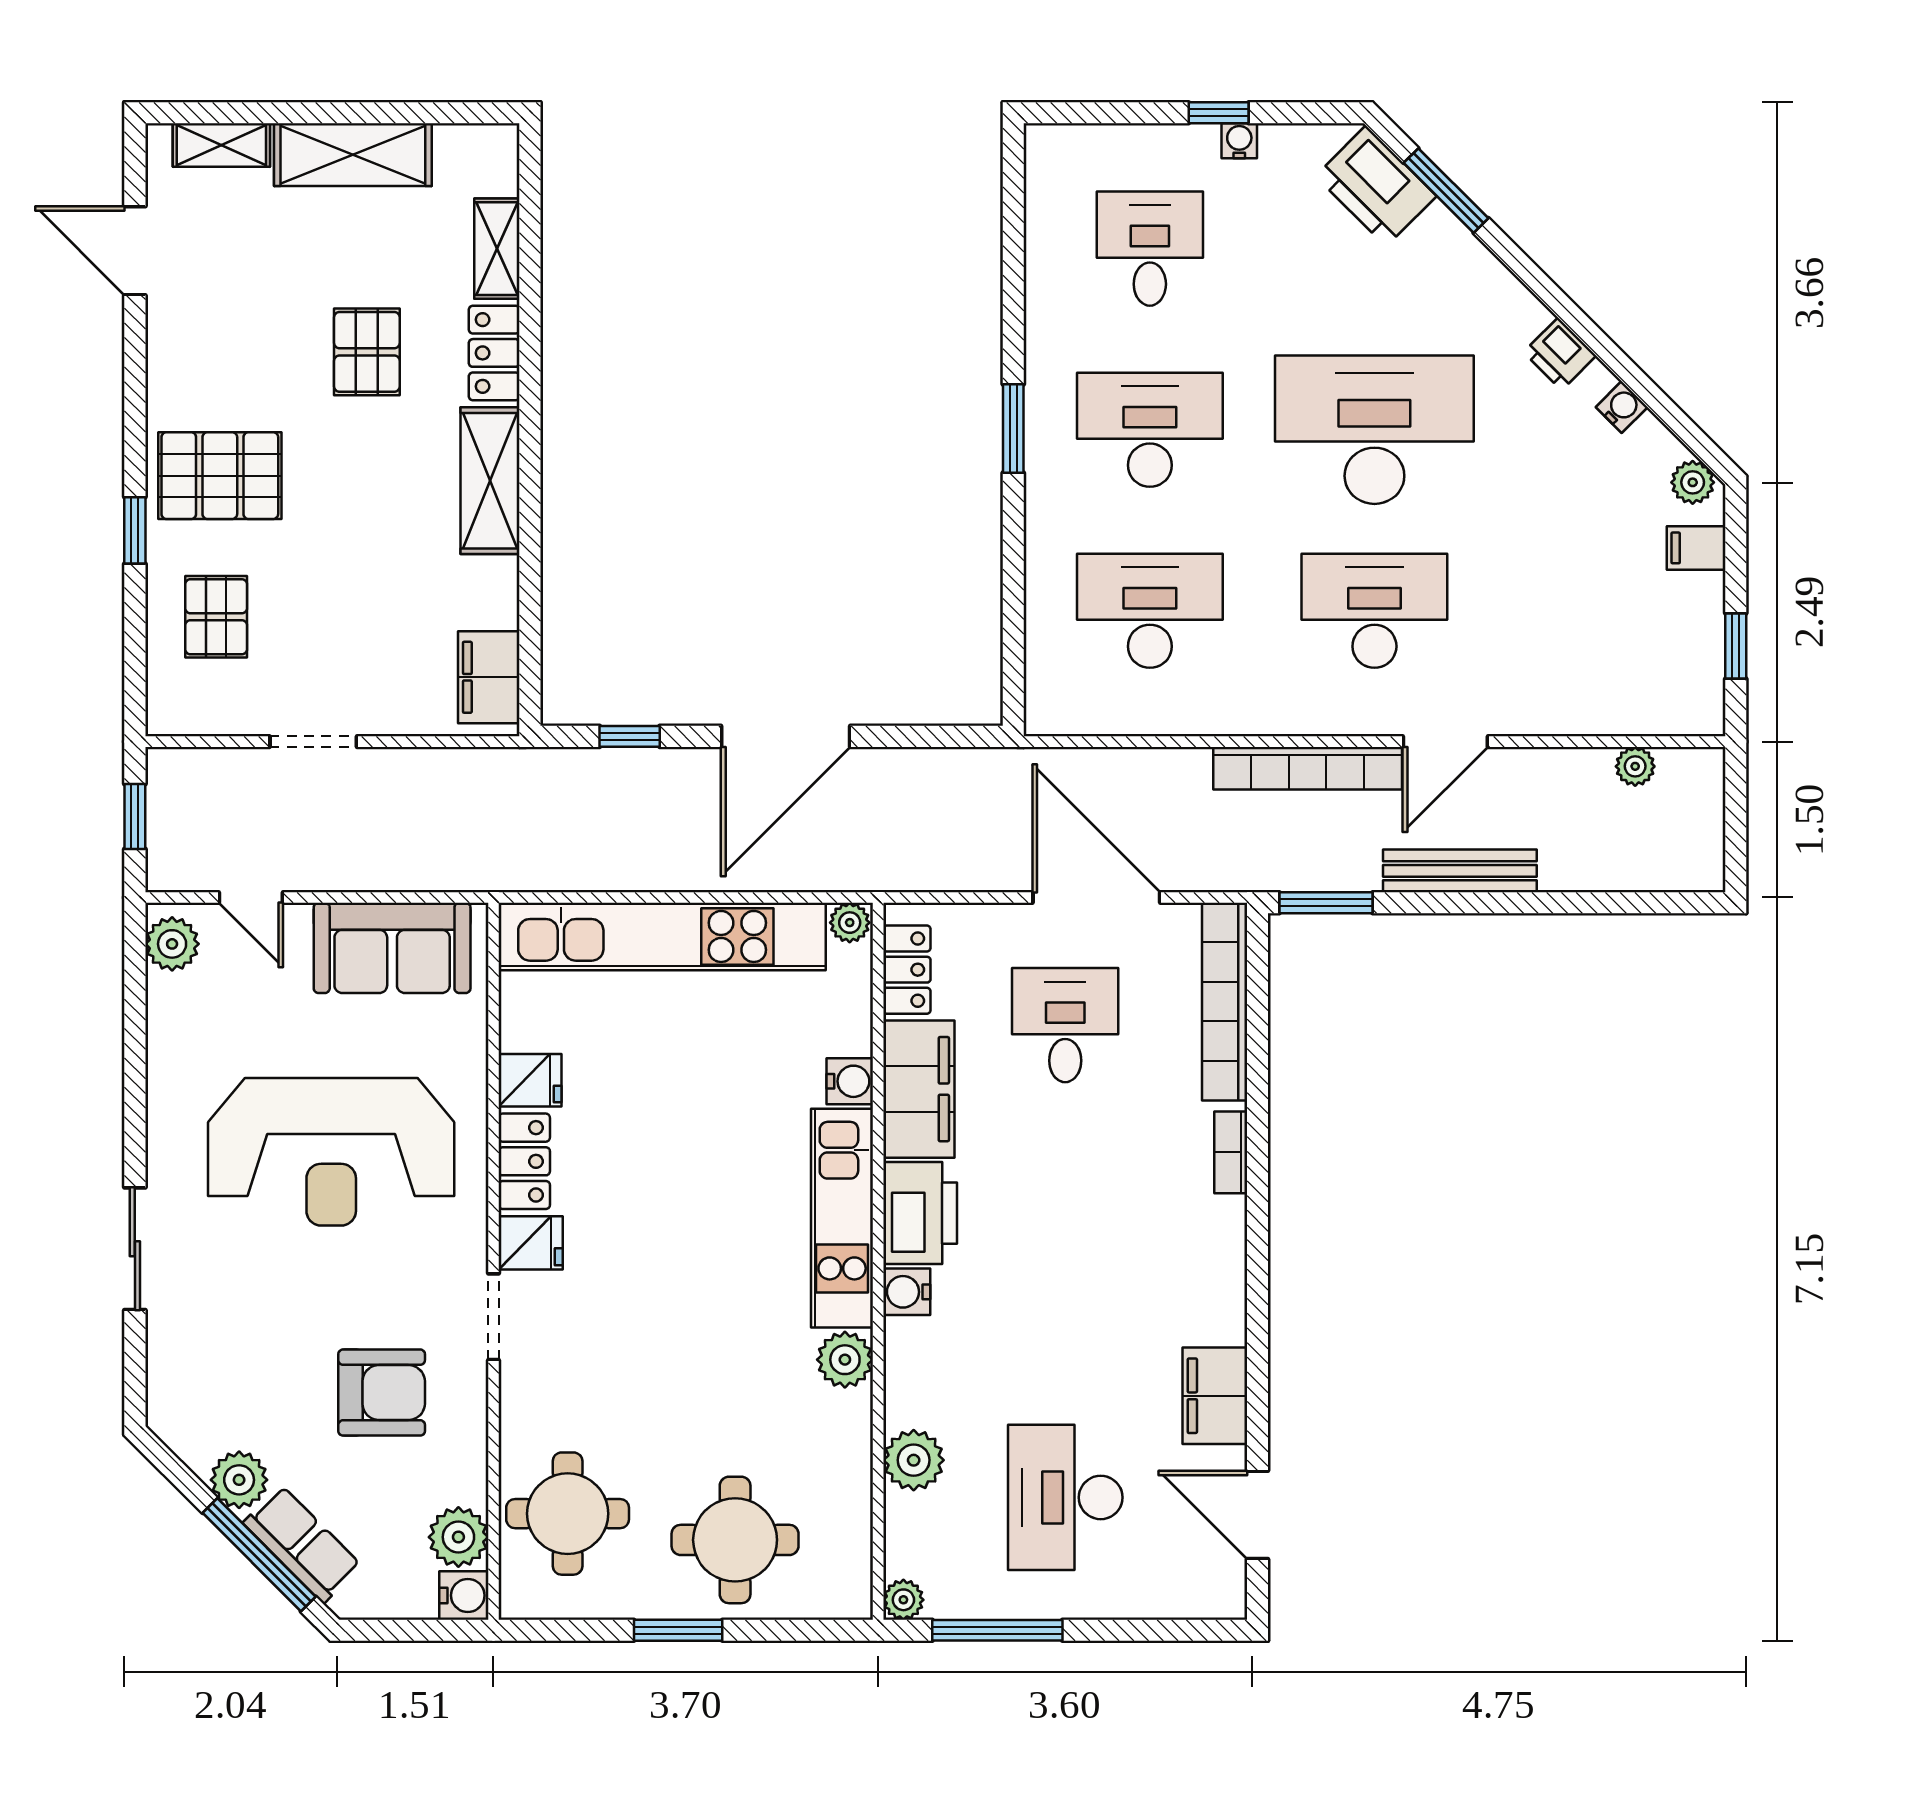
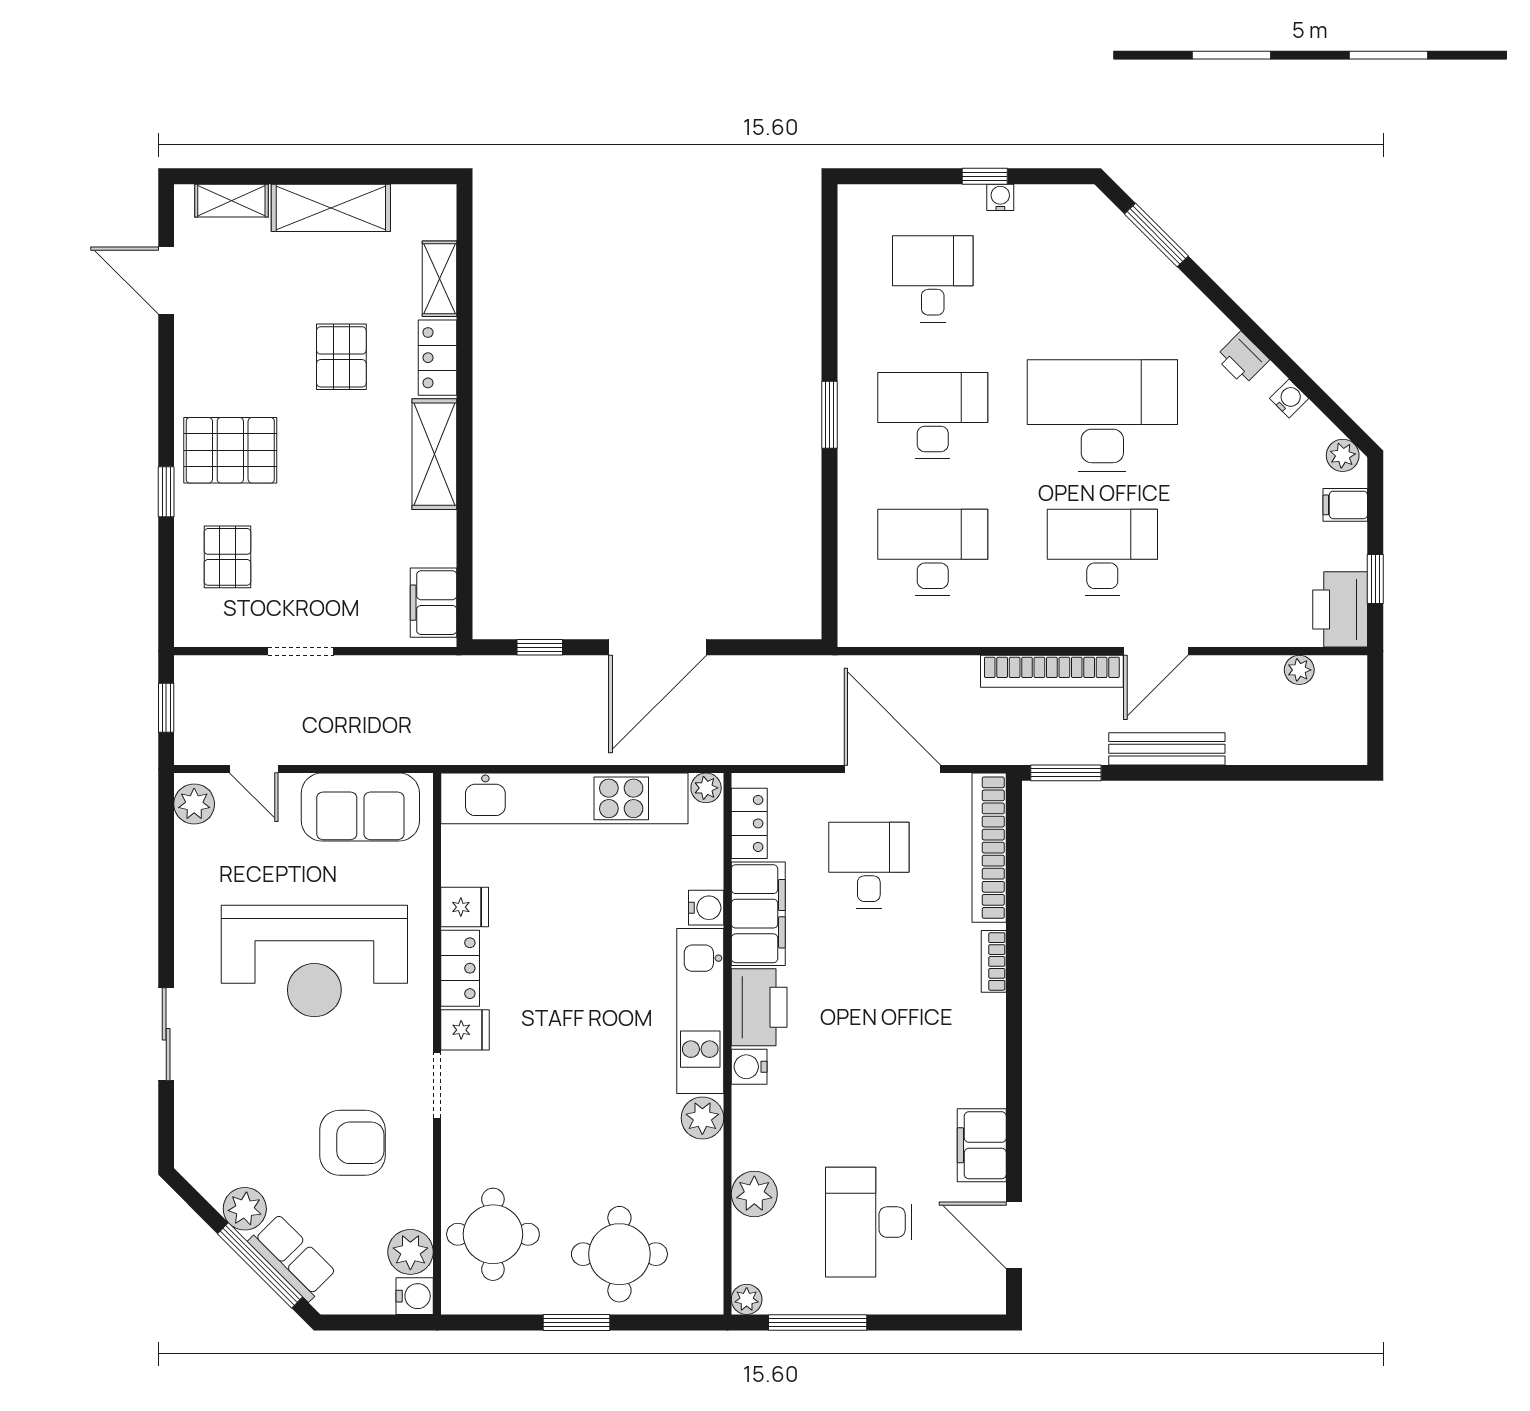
printer: (1376, 186) -> (1340, 609), moved, turned 45

